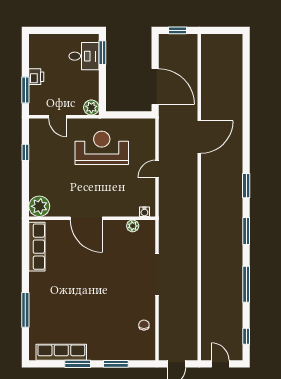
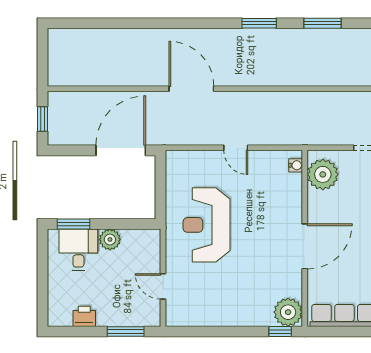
printer: (36, 77) -> (84, 316), moved
plant: (91, 107) -> (110, 240), moved
door: (58, 117) -> (163, 286), swing flipped
window: (25, 152) -> (280, 331), moved
plant: (133, 226) -> (323, 174), width x1.88, depth x1.88

